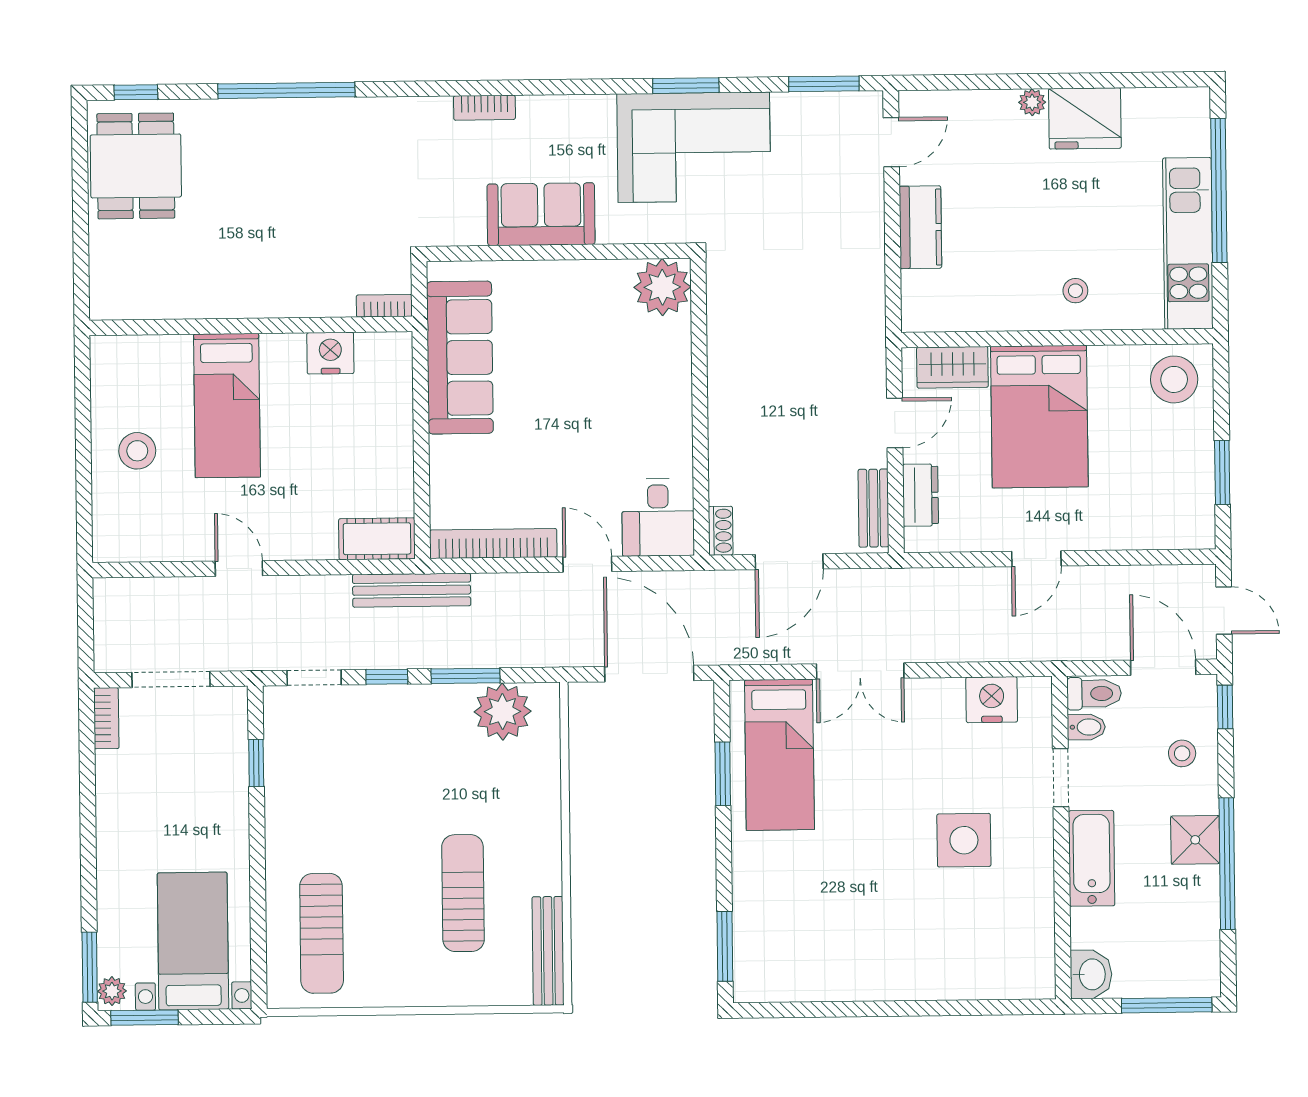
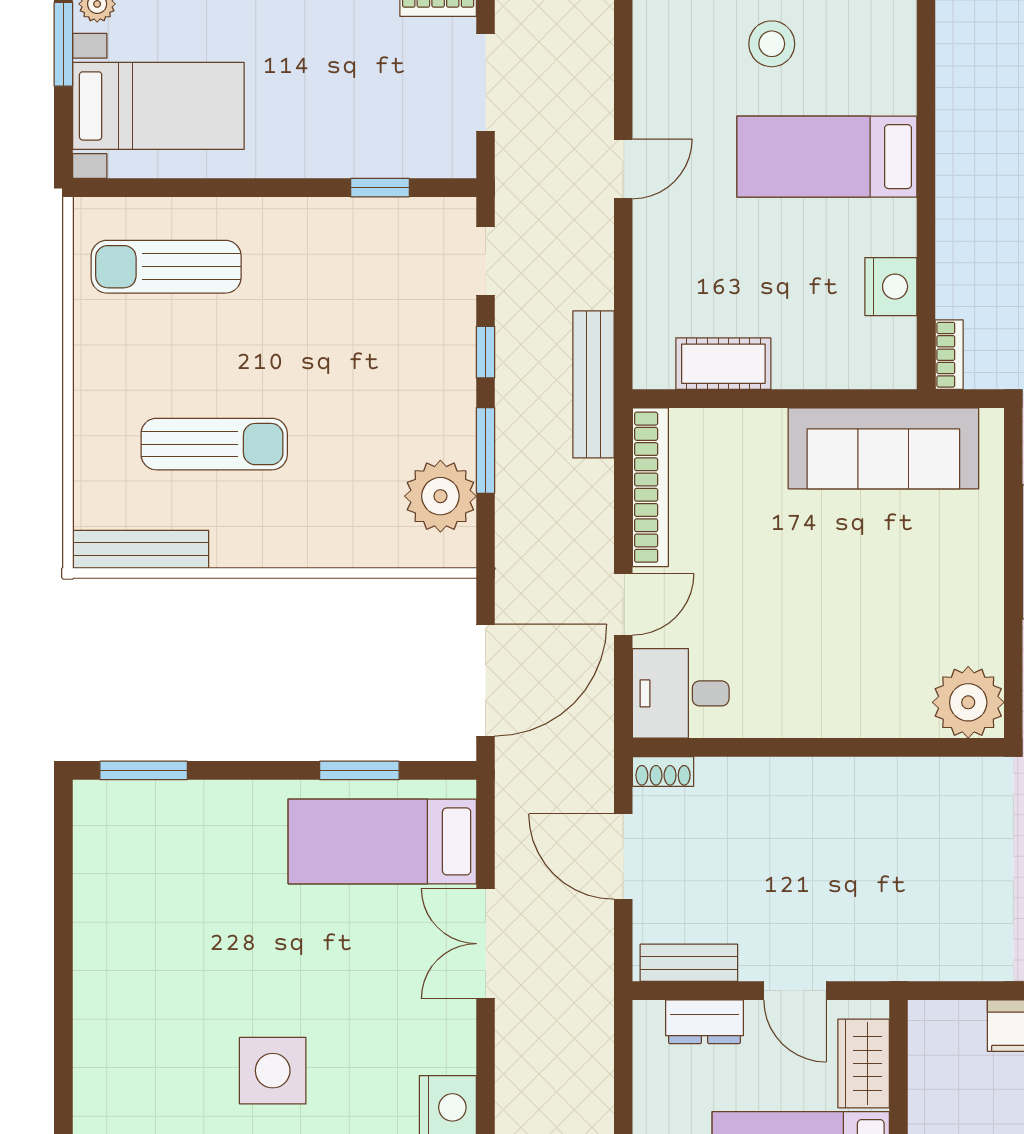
cot: (377, 539) -> (723, 364), moved, turned 90

